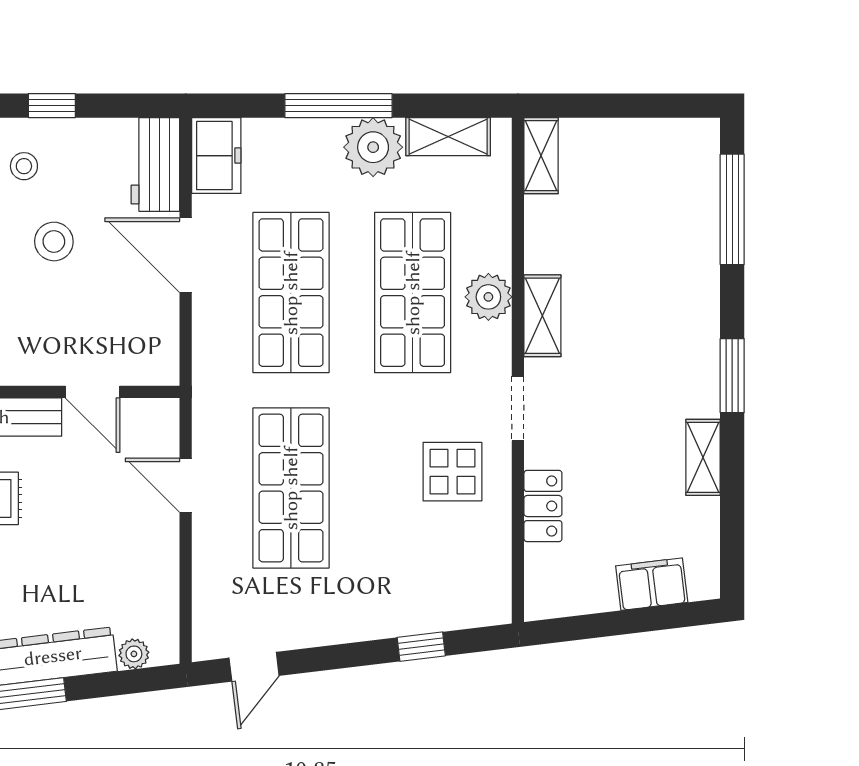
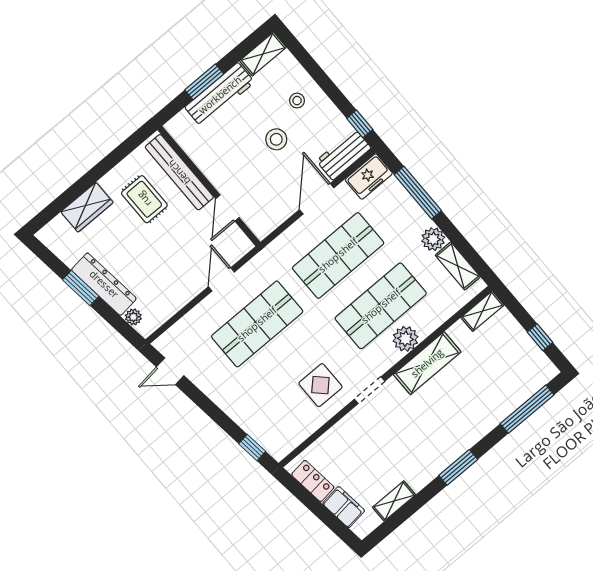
window: (52, 106) -> (360, 124), moved
window: (338, 106) -> (418, 193), moved
window: (646, 106) -> (540, 337), added
plant: (373, 147) -> (433, 239), width x0.73, depth x0.73
shelving: (542, 316) -> (427, 363), width x1.50, depth x1.33
shelving: (703, 457) -> (394, 501), moved
locker: (543, 506) -> (313, 481), moved, turned -97
window: (421, 647) -> (252, 448), moved

